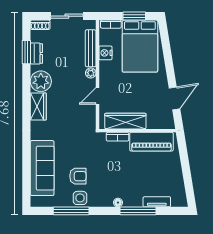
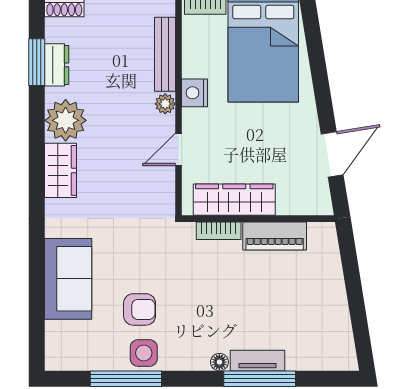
nightstand: (105, 53) -> (195, 93), moved
piano: (151, 142) -> (275, 236), width x0.73, depth x0.75
sofa: (42, 168) -> (68, 279), width x0.73
tv unit: (157, 202) -> (258, 361), moved

